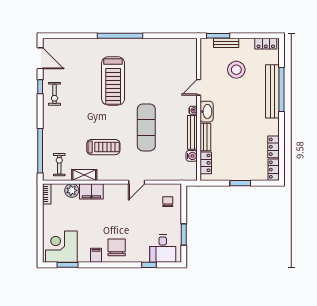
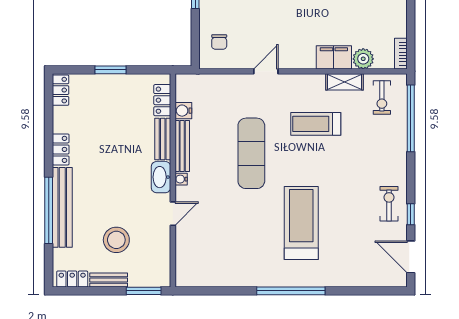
bench: (226, 43) -> (109, 280), moved
locker: (273, 147) -> (61, 149), moved

